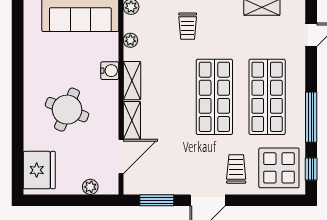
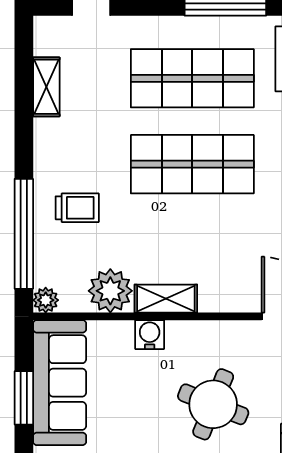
plant: (130, 40) -> (110, 291), width x1.88, depth x1.88
shelving: (132, 120) -> (231, 299), removed

